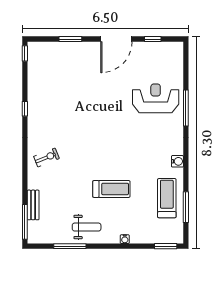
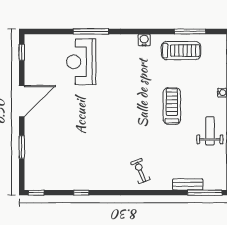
door: (116, 39) -> (22, 101), hinge flipped
window: (153, 39) -> (22, 52), moved
window: (25, 109) -> (81, 193), moved
treadmill: (167, 198) -> (181, 51), turned 180

